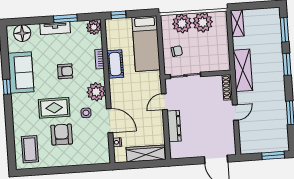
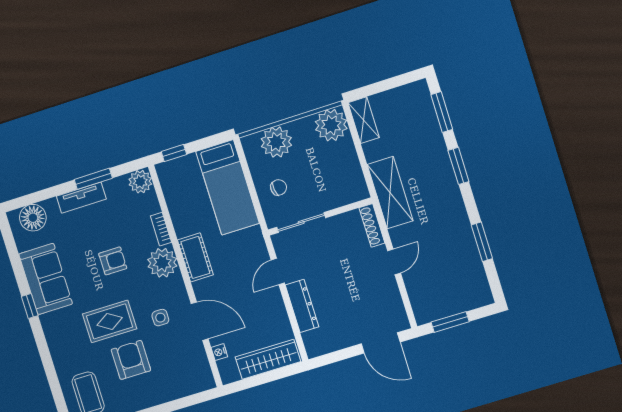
plant: (203, 22) -> (331, 125), moved
cot: (115, 64) -> (195, 257), moved
plant: (96, 92) -> (162, 263), moved
window: (273, 155) -> (450, 322), moved

